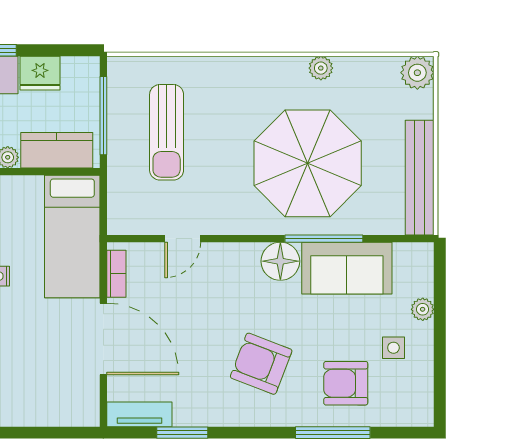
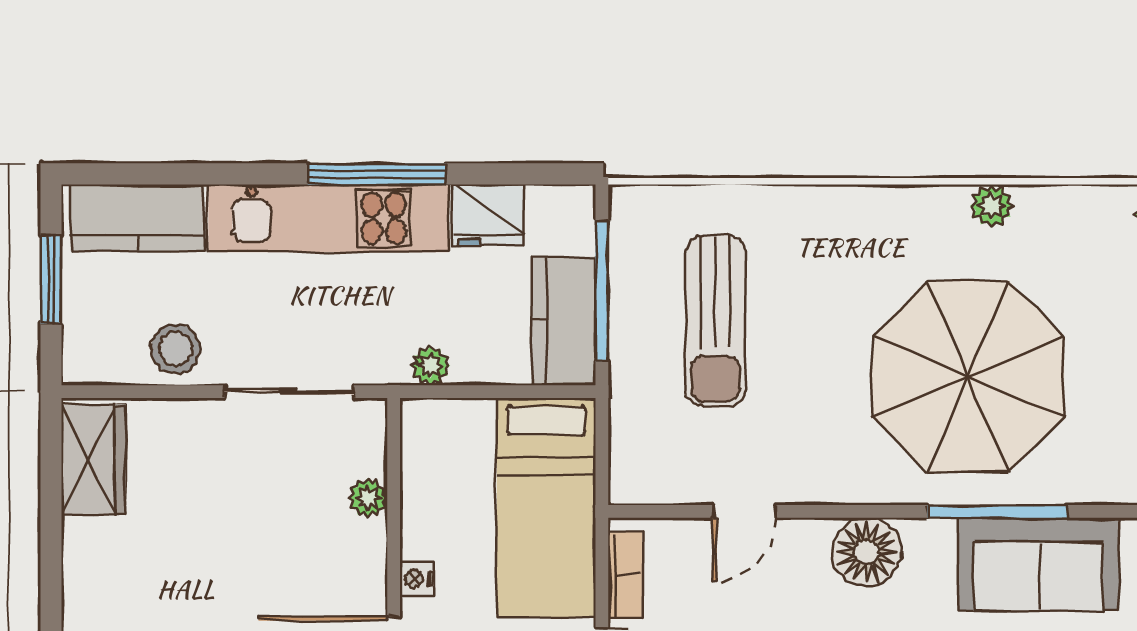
kitchen counter: (57, 150) -> (564, 321), moved, turned -90
floor lamp: (280, 261) -> (867, 552), moved

